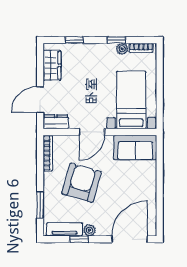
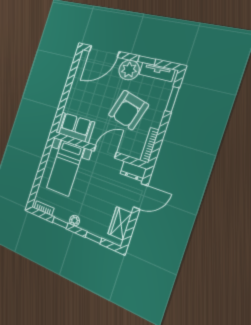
plant: (122, 49) -> (75, 221), moved
plant: (89, 230) -> (129, 70), width x1.88, depth x1.88

